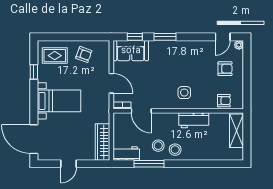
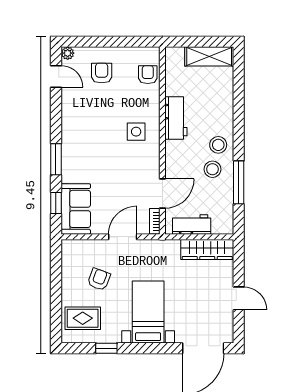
armchair: (84, 54) -> (99, 279), moved
rug: (55, 56) -> (83, 318), turned 90
shelving: (237, 131) -> (209, 56), moved
workbench: (126, 153) -> (192, 224), moved, turned 90

